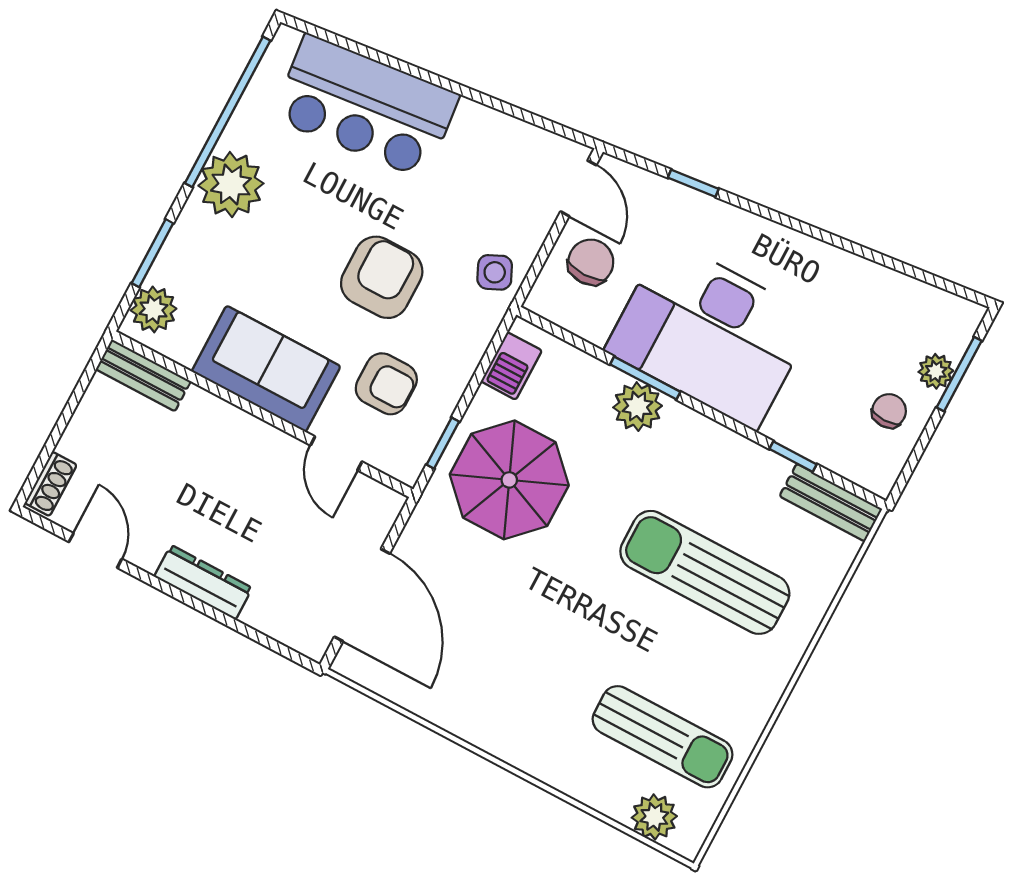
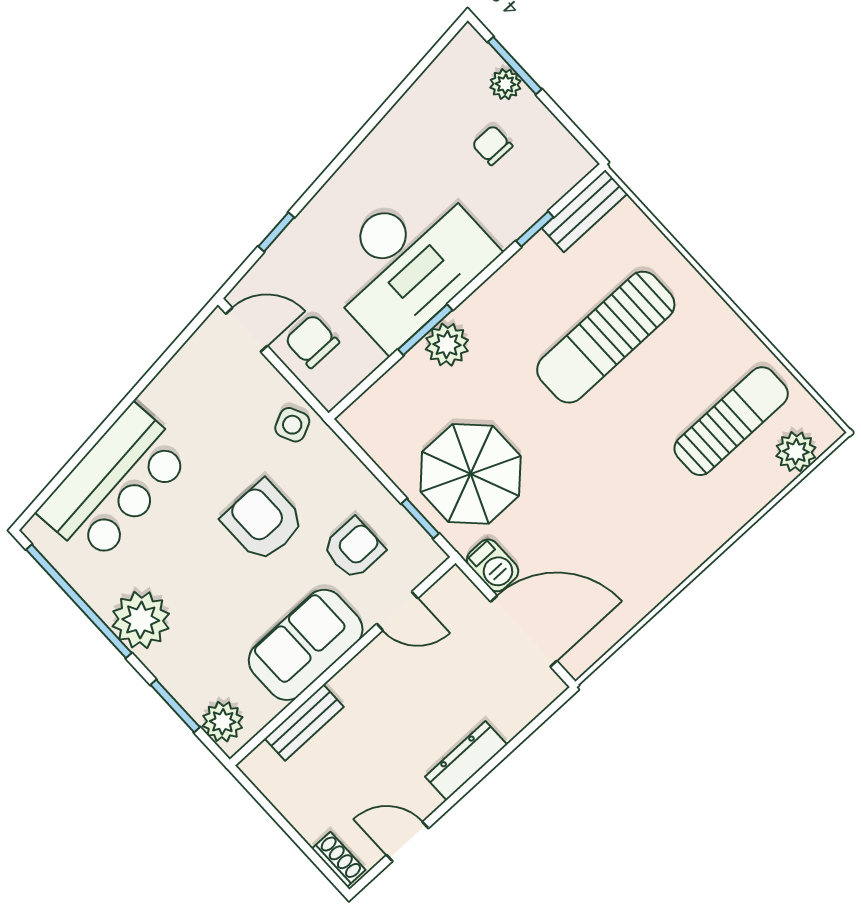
barbecue: (511, 366) -> (493, 565), moved
bench: (143, 375) -> (304, 723), moved
chair: (889, 411) -> (492, 145), moved

